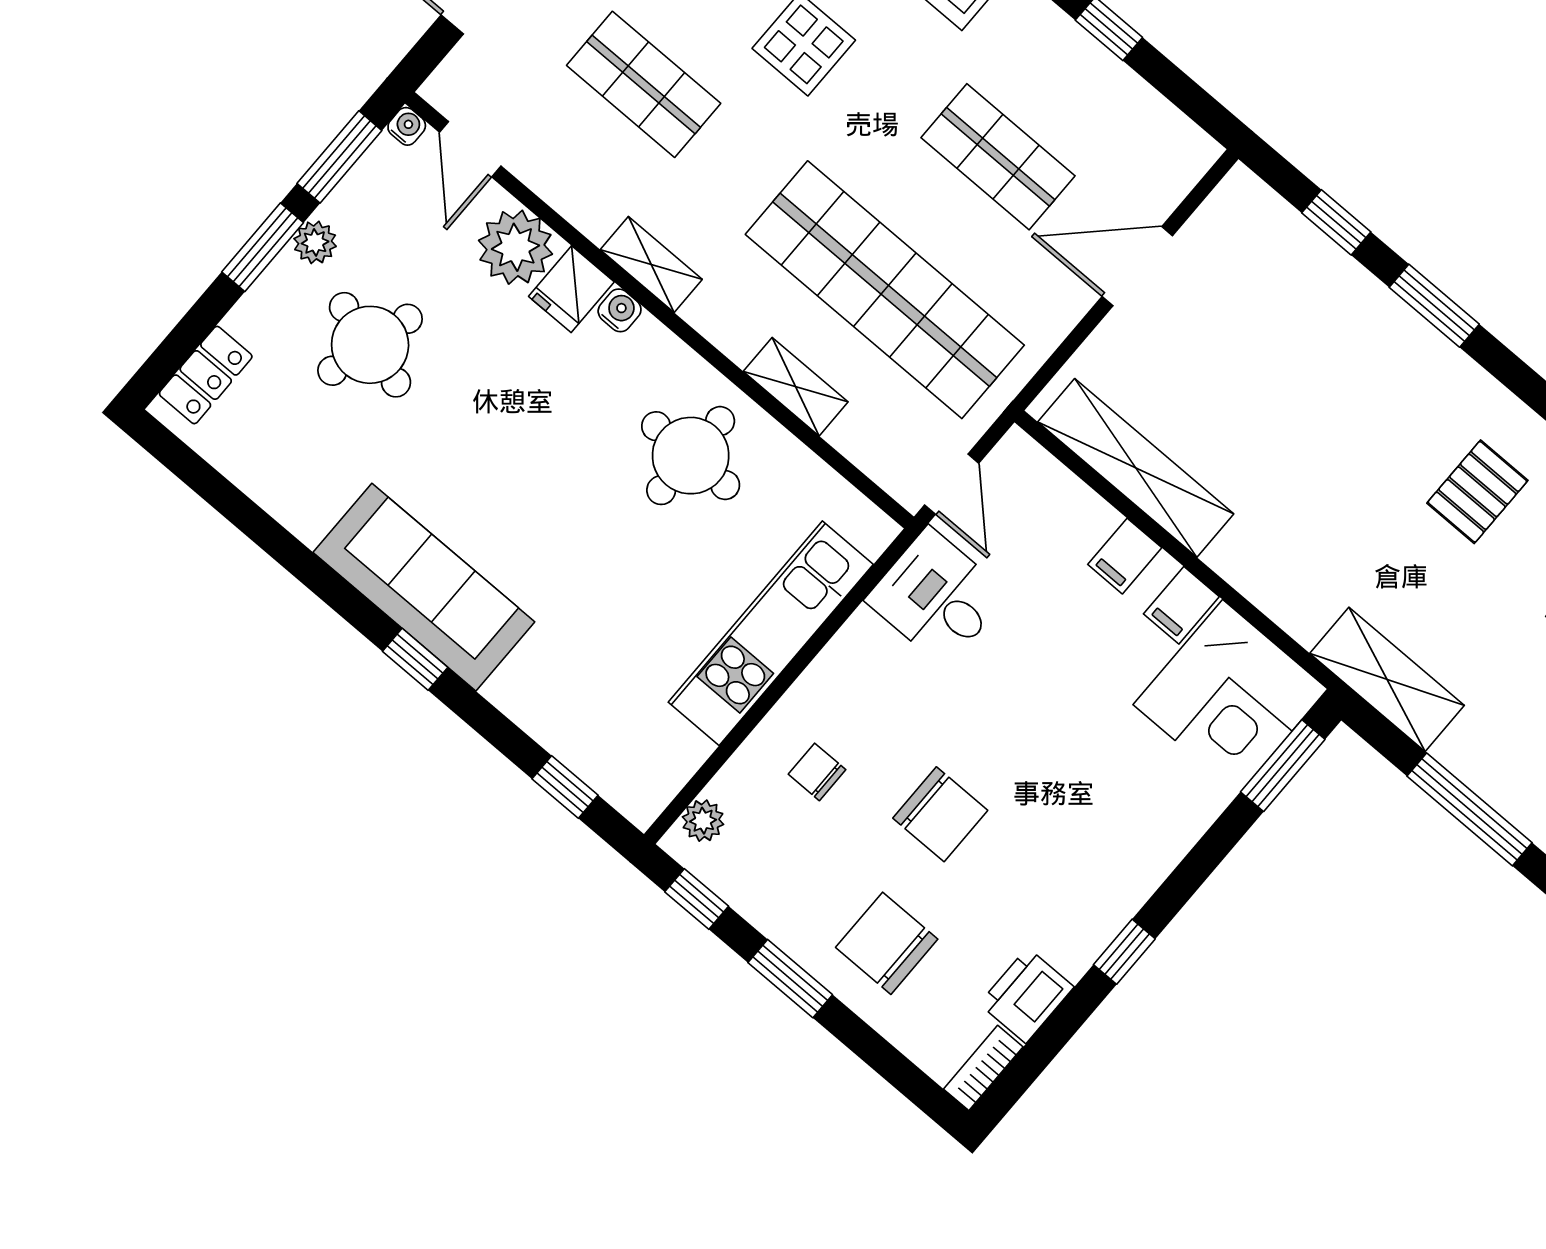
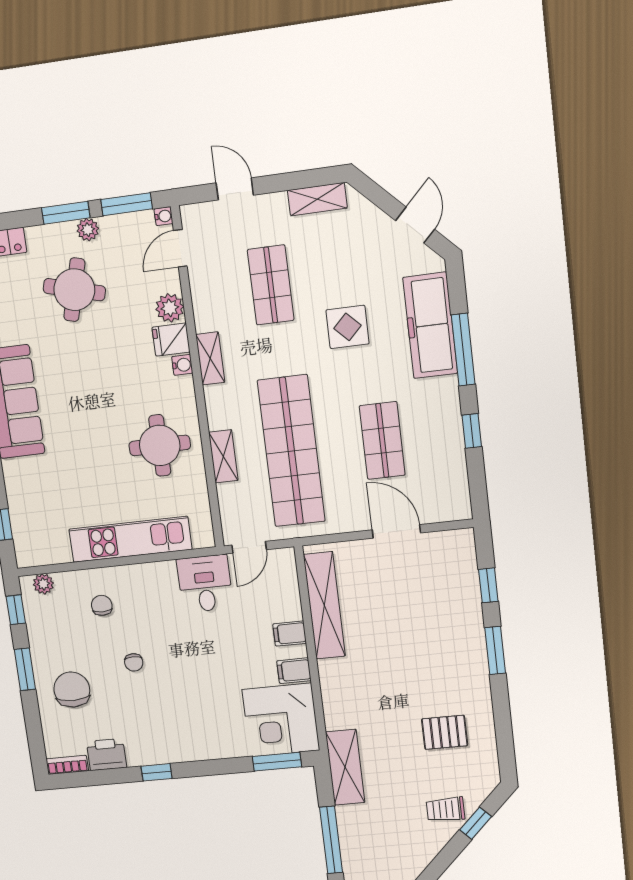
plant: (515, 247) -> (170, 308), width x0.73, depth x0.73
chair: (940, 814) -> (134, 662), width x0.54, depth x0.54

